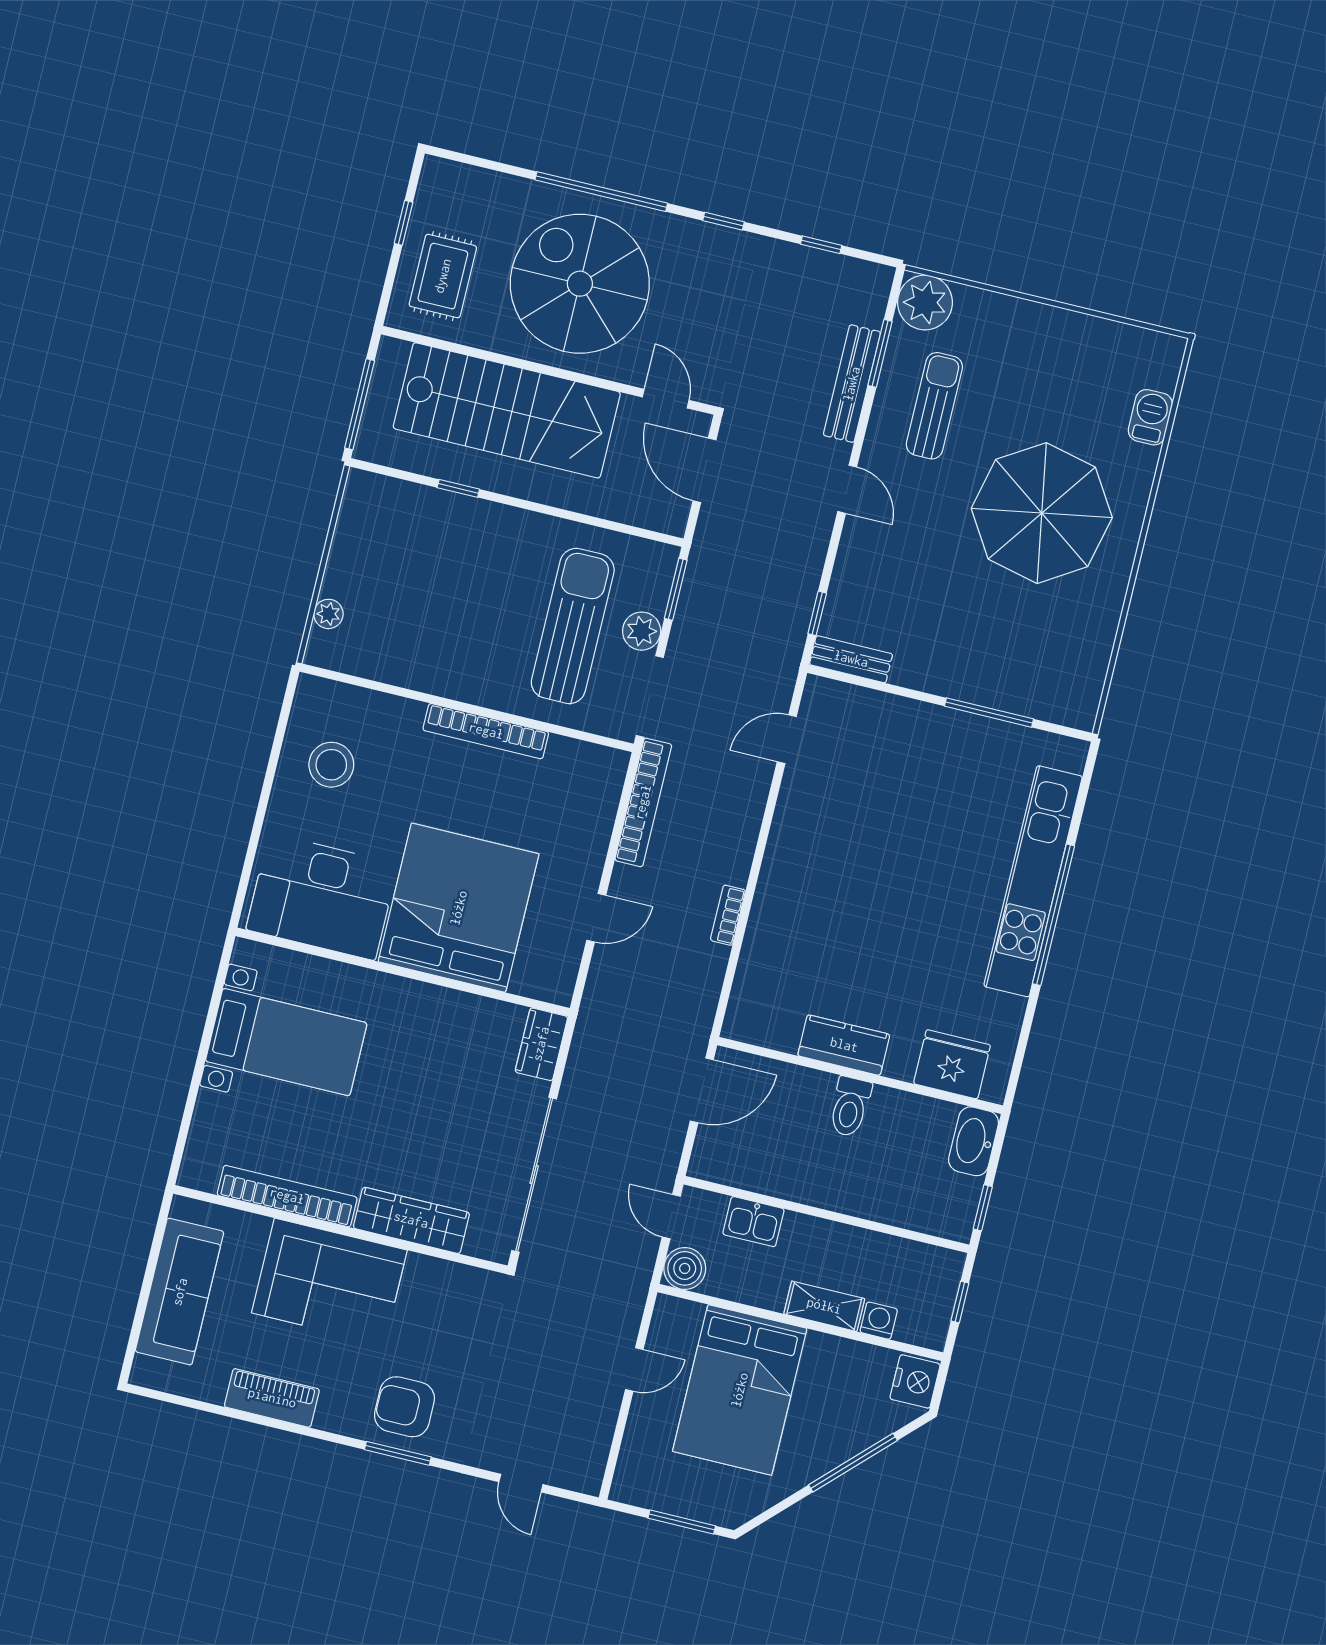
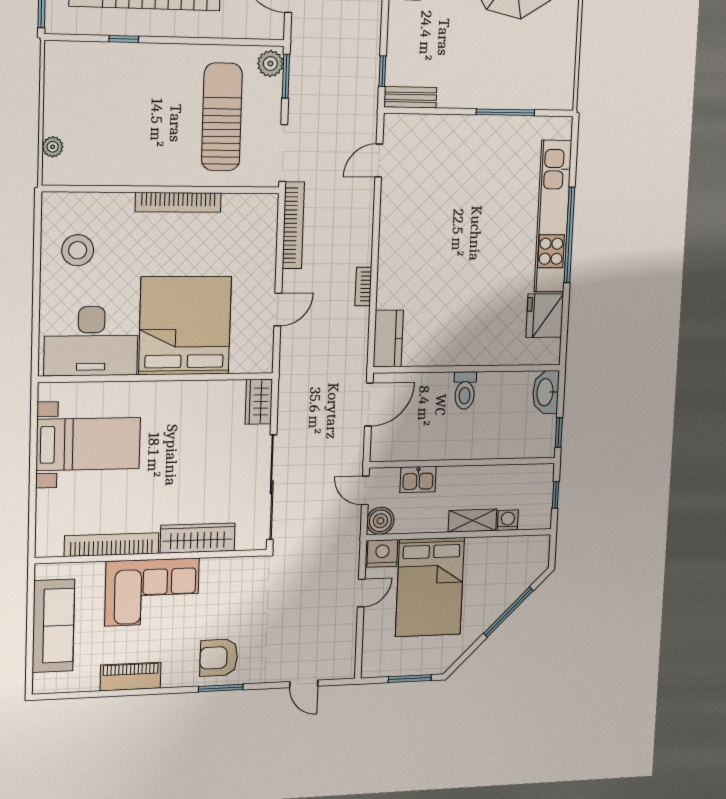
plant: (642, 631) -> (270, 64), moved
kitchen counter: (844, 1045) -> (388, 339), moved, turned 90
fridge: (952, 1064) -> (545, 316), moved, turned -90
nightstand: (915, 1381) -> (382, 553), moved, turned -90

